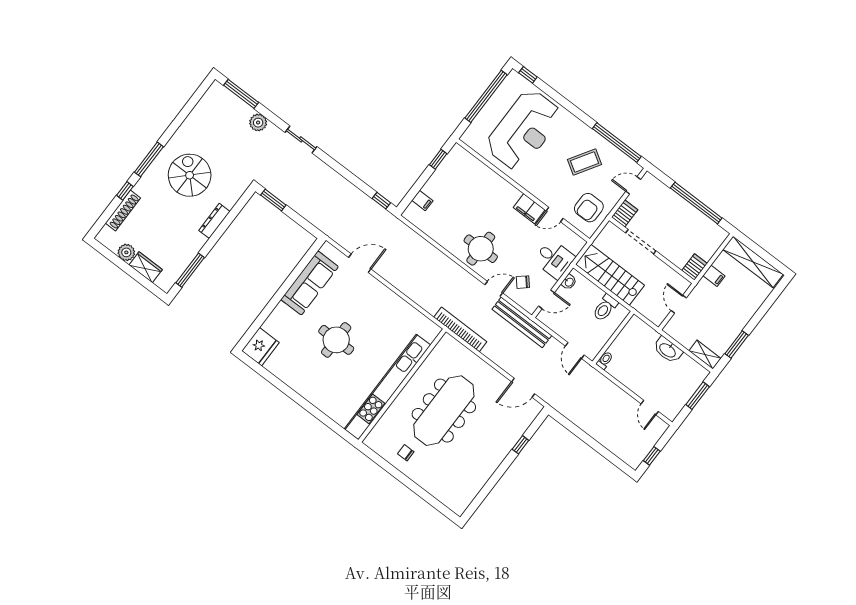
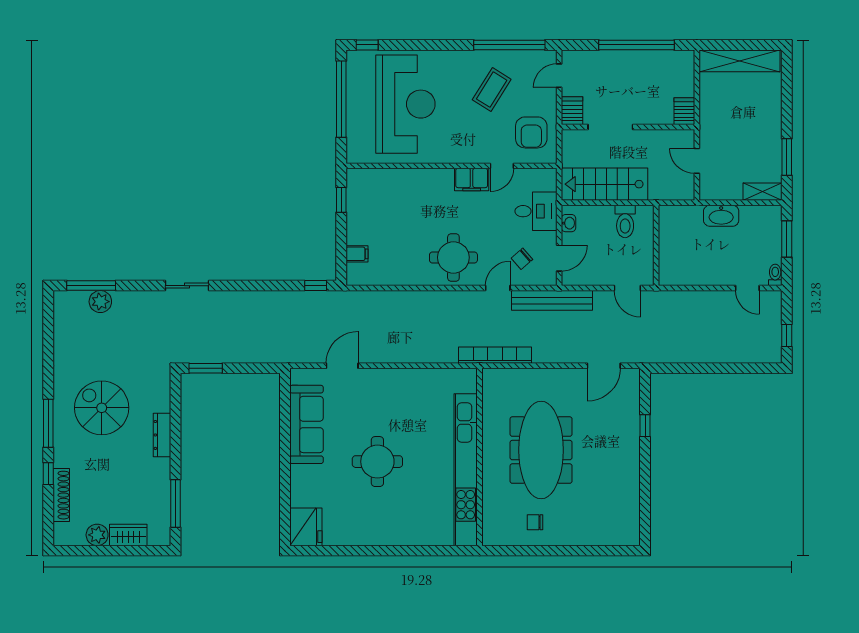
plant: (258, 123) -> (100, 302), moved
filing cabinet: (714, 276) -> (711, 105), removed
toilet: (605, 360) -> (775, 275), moved

